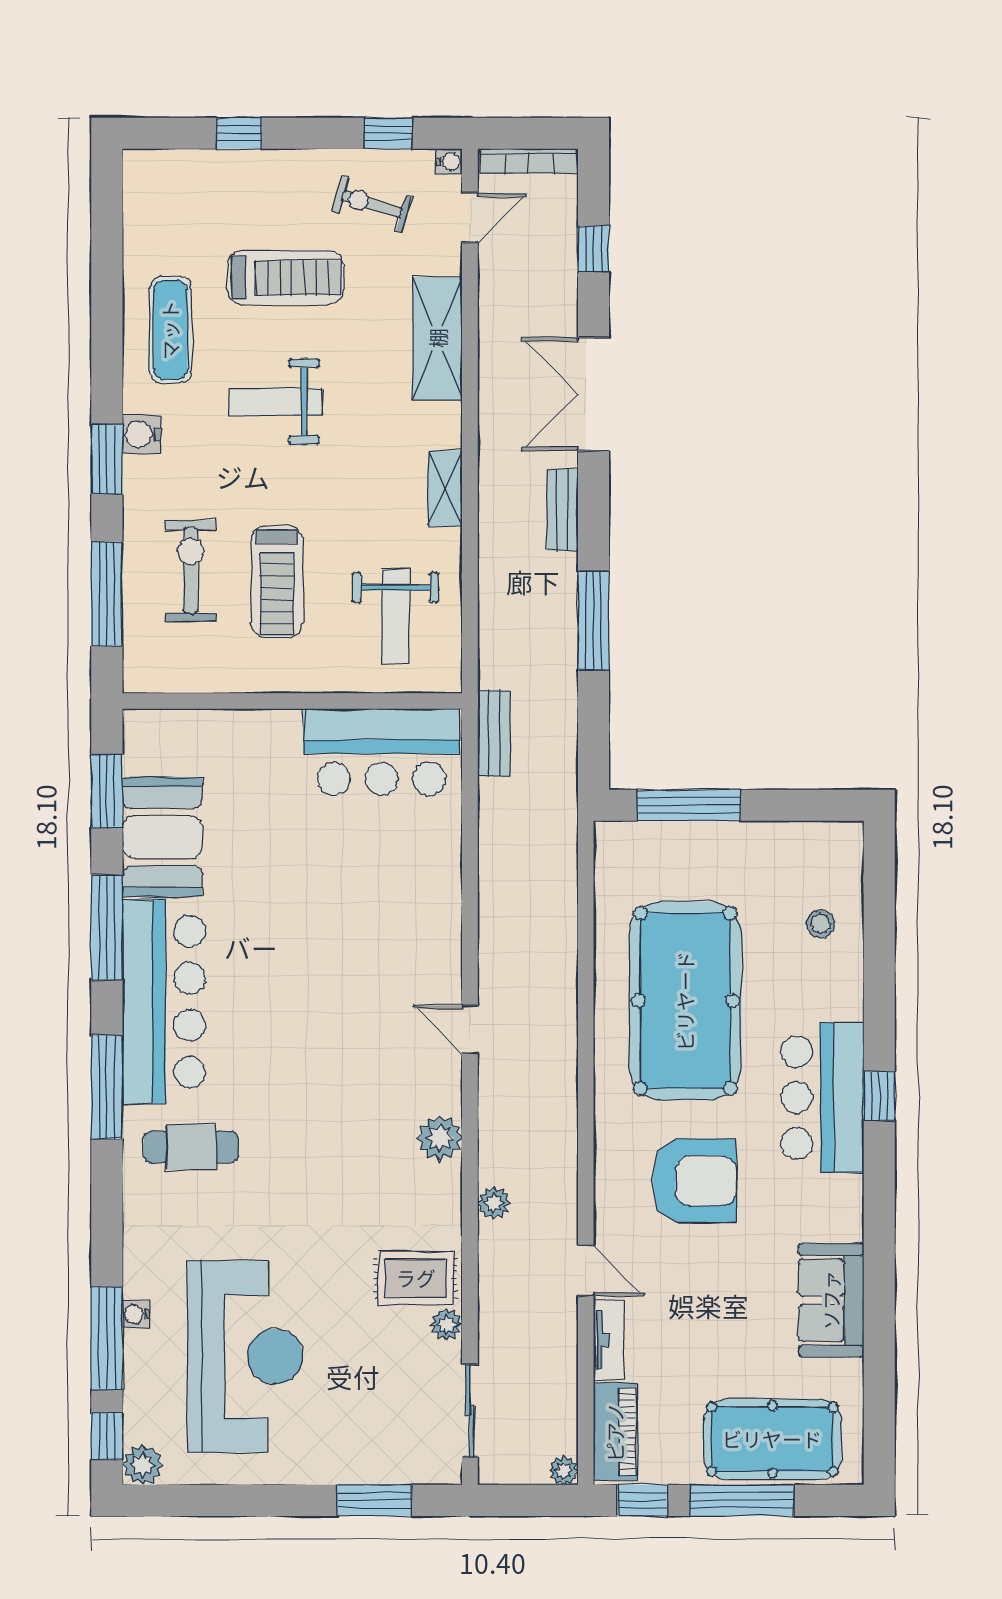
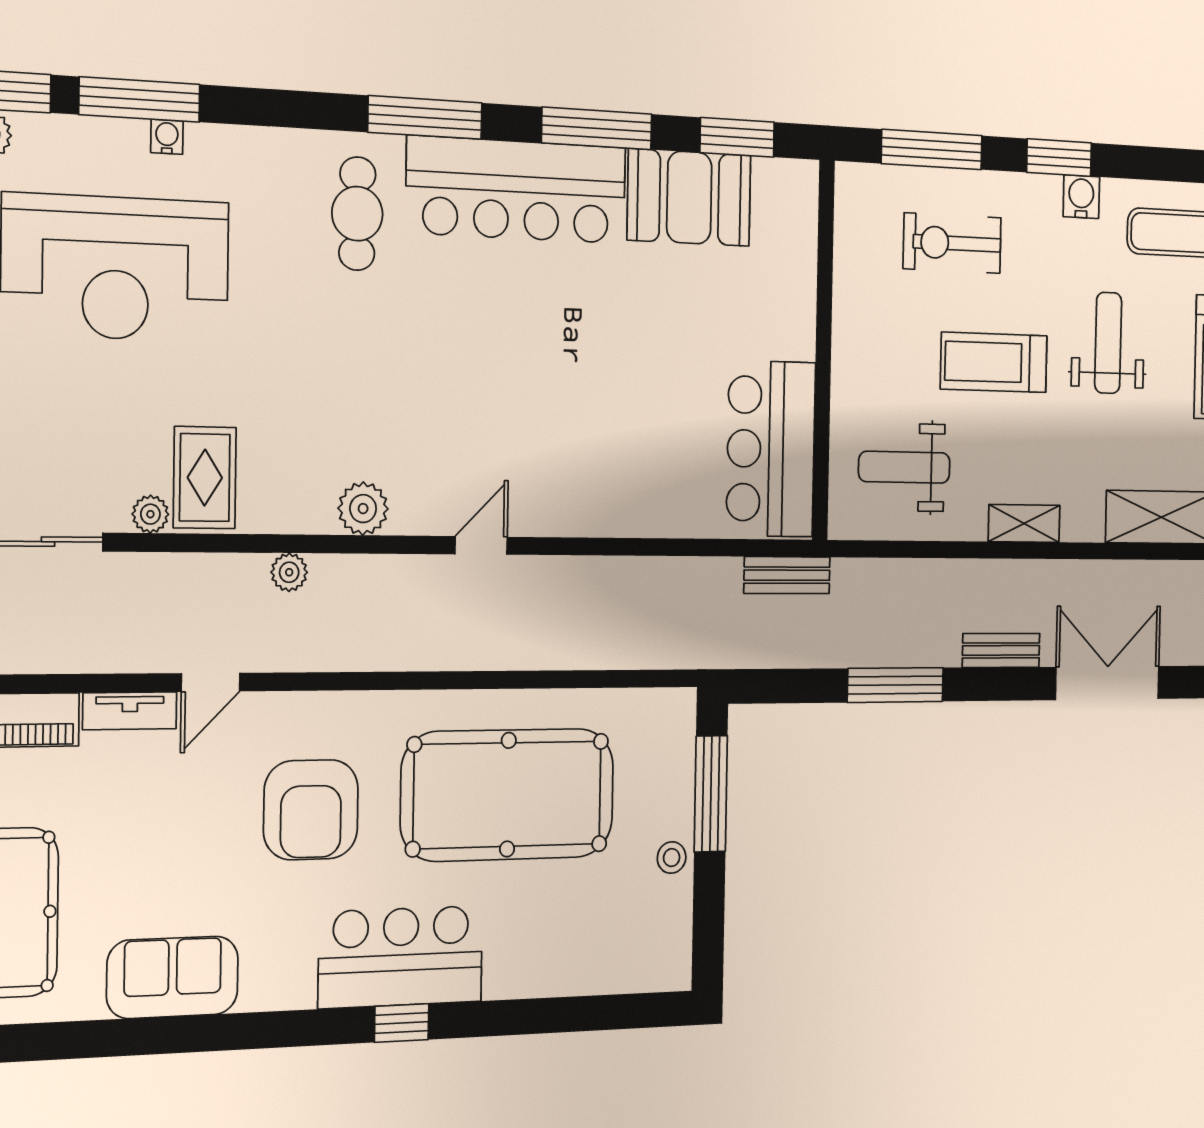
exercise bike: (191, 571) -> (952, 243), turned 180
treadmill: (277, 581) -> (994, 362), moved
stool: (821, 924) -> (672, 858), moved

